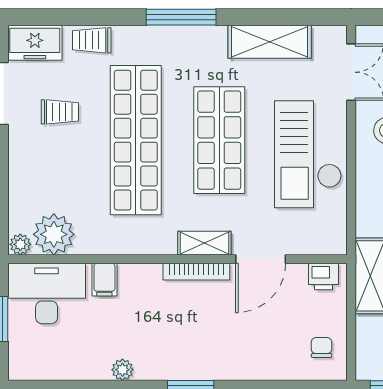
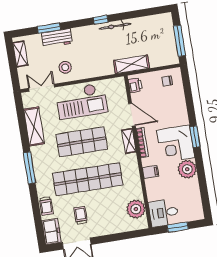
plant: (20, 244) -> (143, 223), removed
filing cabinet: (104, 280) -> (151, 172), moved
desk: (47, 293) -> (164, 213), width x0.73
corner desk: (182, 344) -> (176, 144), added
plant: (122, 370) -> (187, 169), width x1.88, depth x1.88

